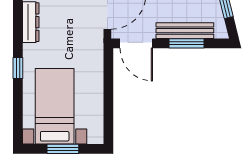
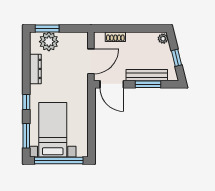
window: (18, 115) -> (26, 136), added
window: (63, 149) -> (59, 160), width x2.11

